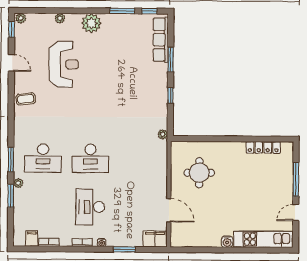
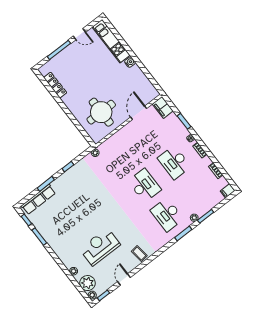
plant: (91, 23) -> (87, 283), moved
desk: (43, 158) -> (167, 215), turned 180
round table: (199, 173) -> (101, 112), width x1.36, depth x1.36
desk: (90, 207) -> (174, 162), turned 90
filing cabinet: (32, 239) -> (228, 191), moved

